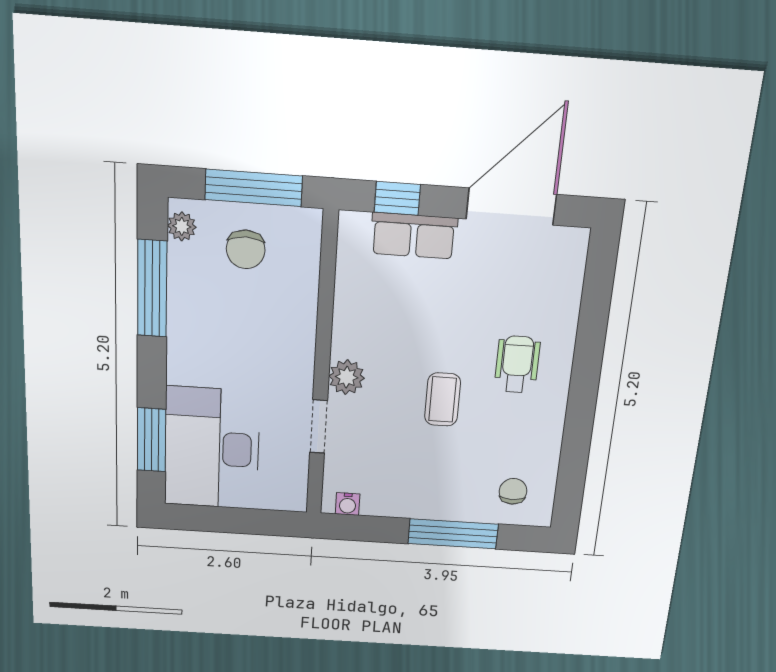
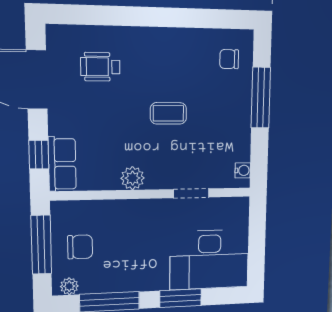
row of seats: (414, 236) -> (62, 164), moved
wheelchair: (517, 364) -> (100, 67), moved
plant: (347, 377) -> (133, 178), moved
window: (151, 440) -> (181, 298), moved

